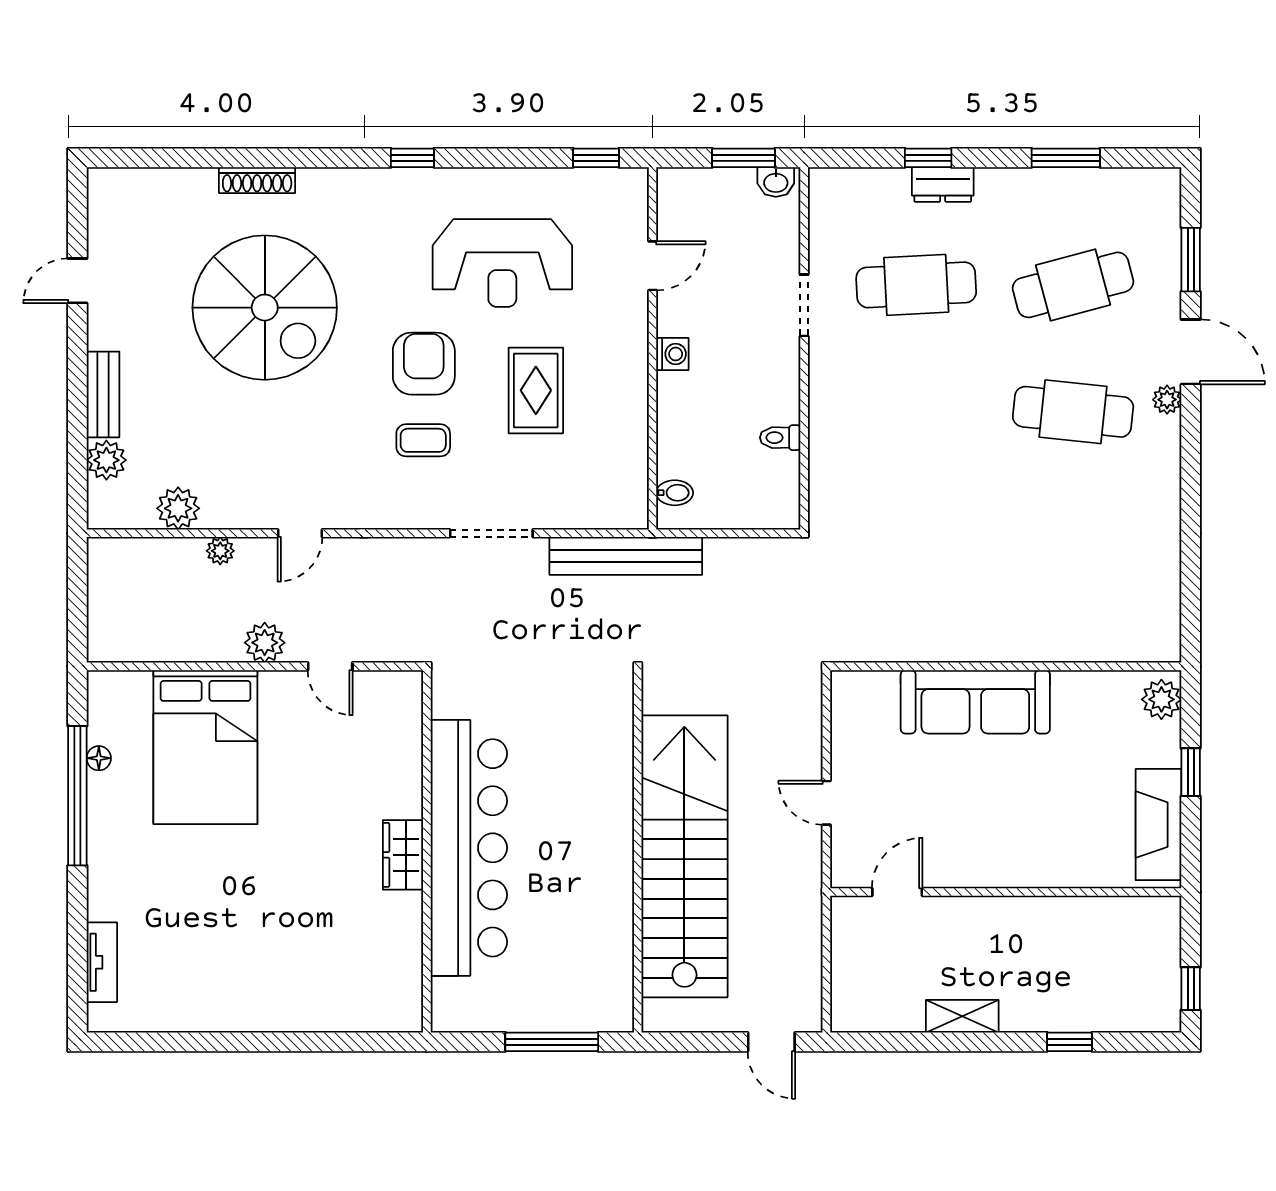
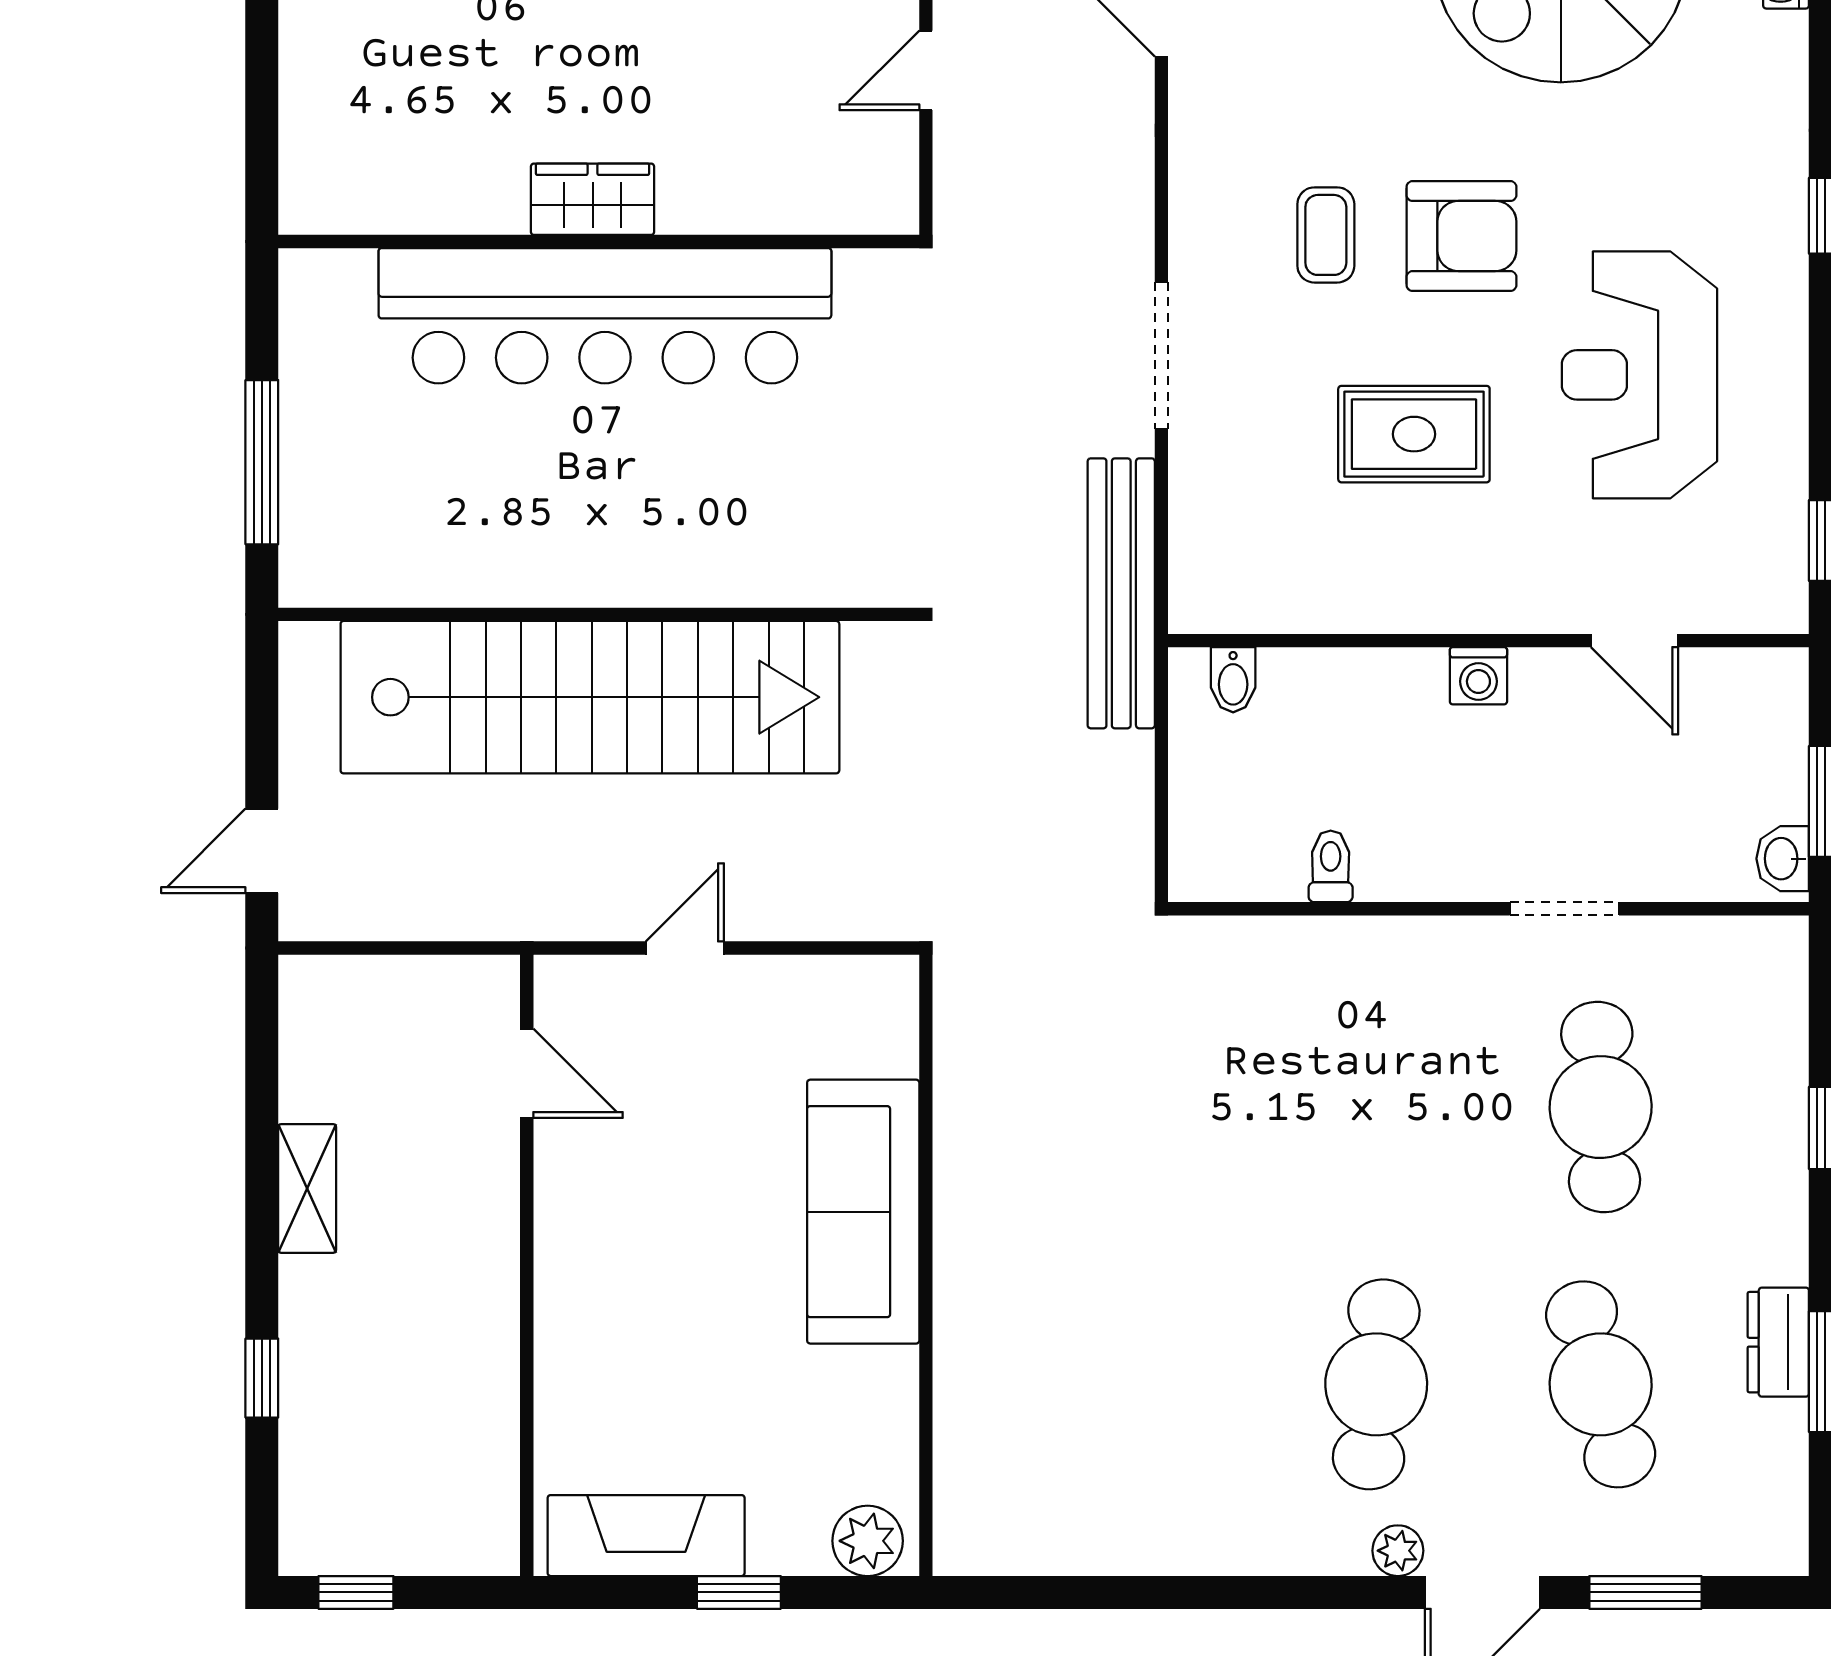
dresser: (943, 184) -> (1778, 1342), moved

